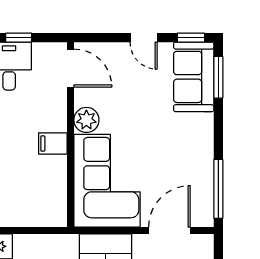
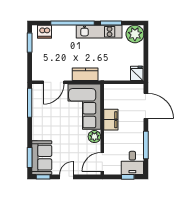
door: (144, 38) -> (66, 177), hinge flipped
door: (70, 68) -> (102, 162), hinge flipped
filing cabinet: (53, 143) -> (111, 120), width x2.00

